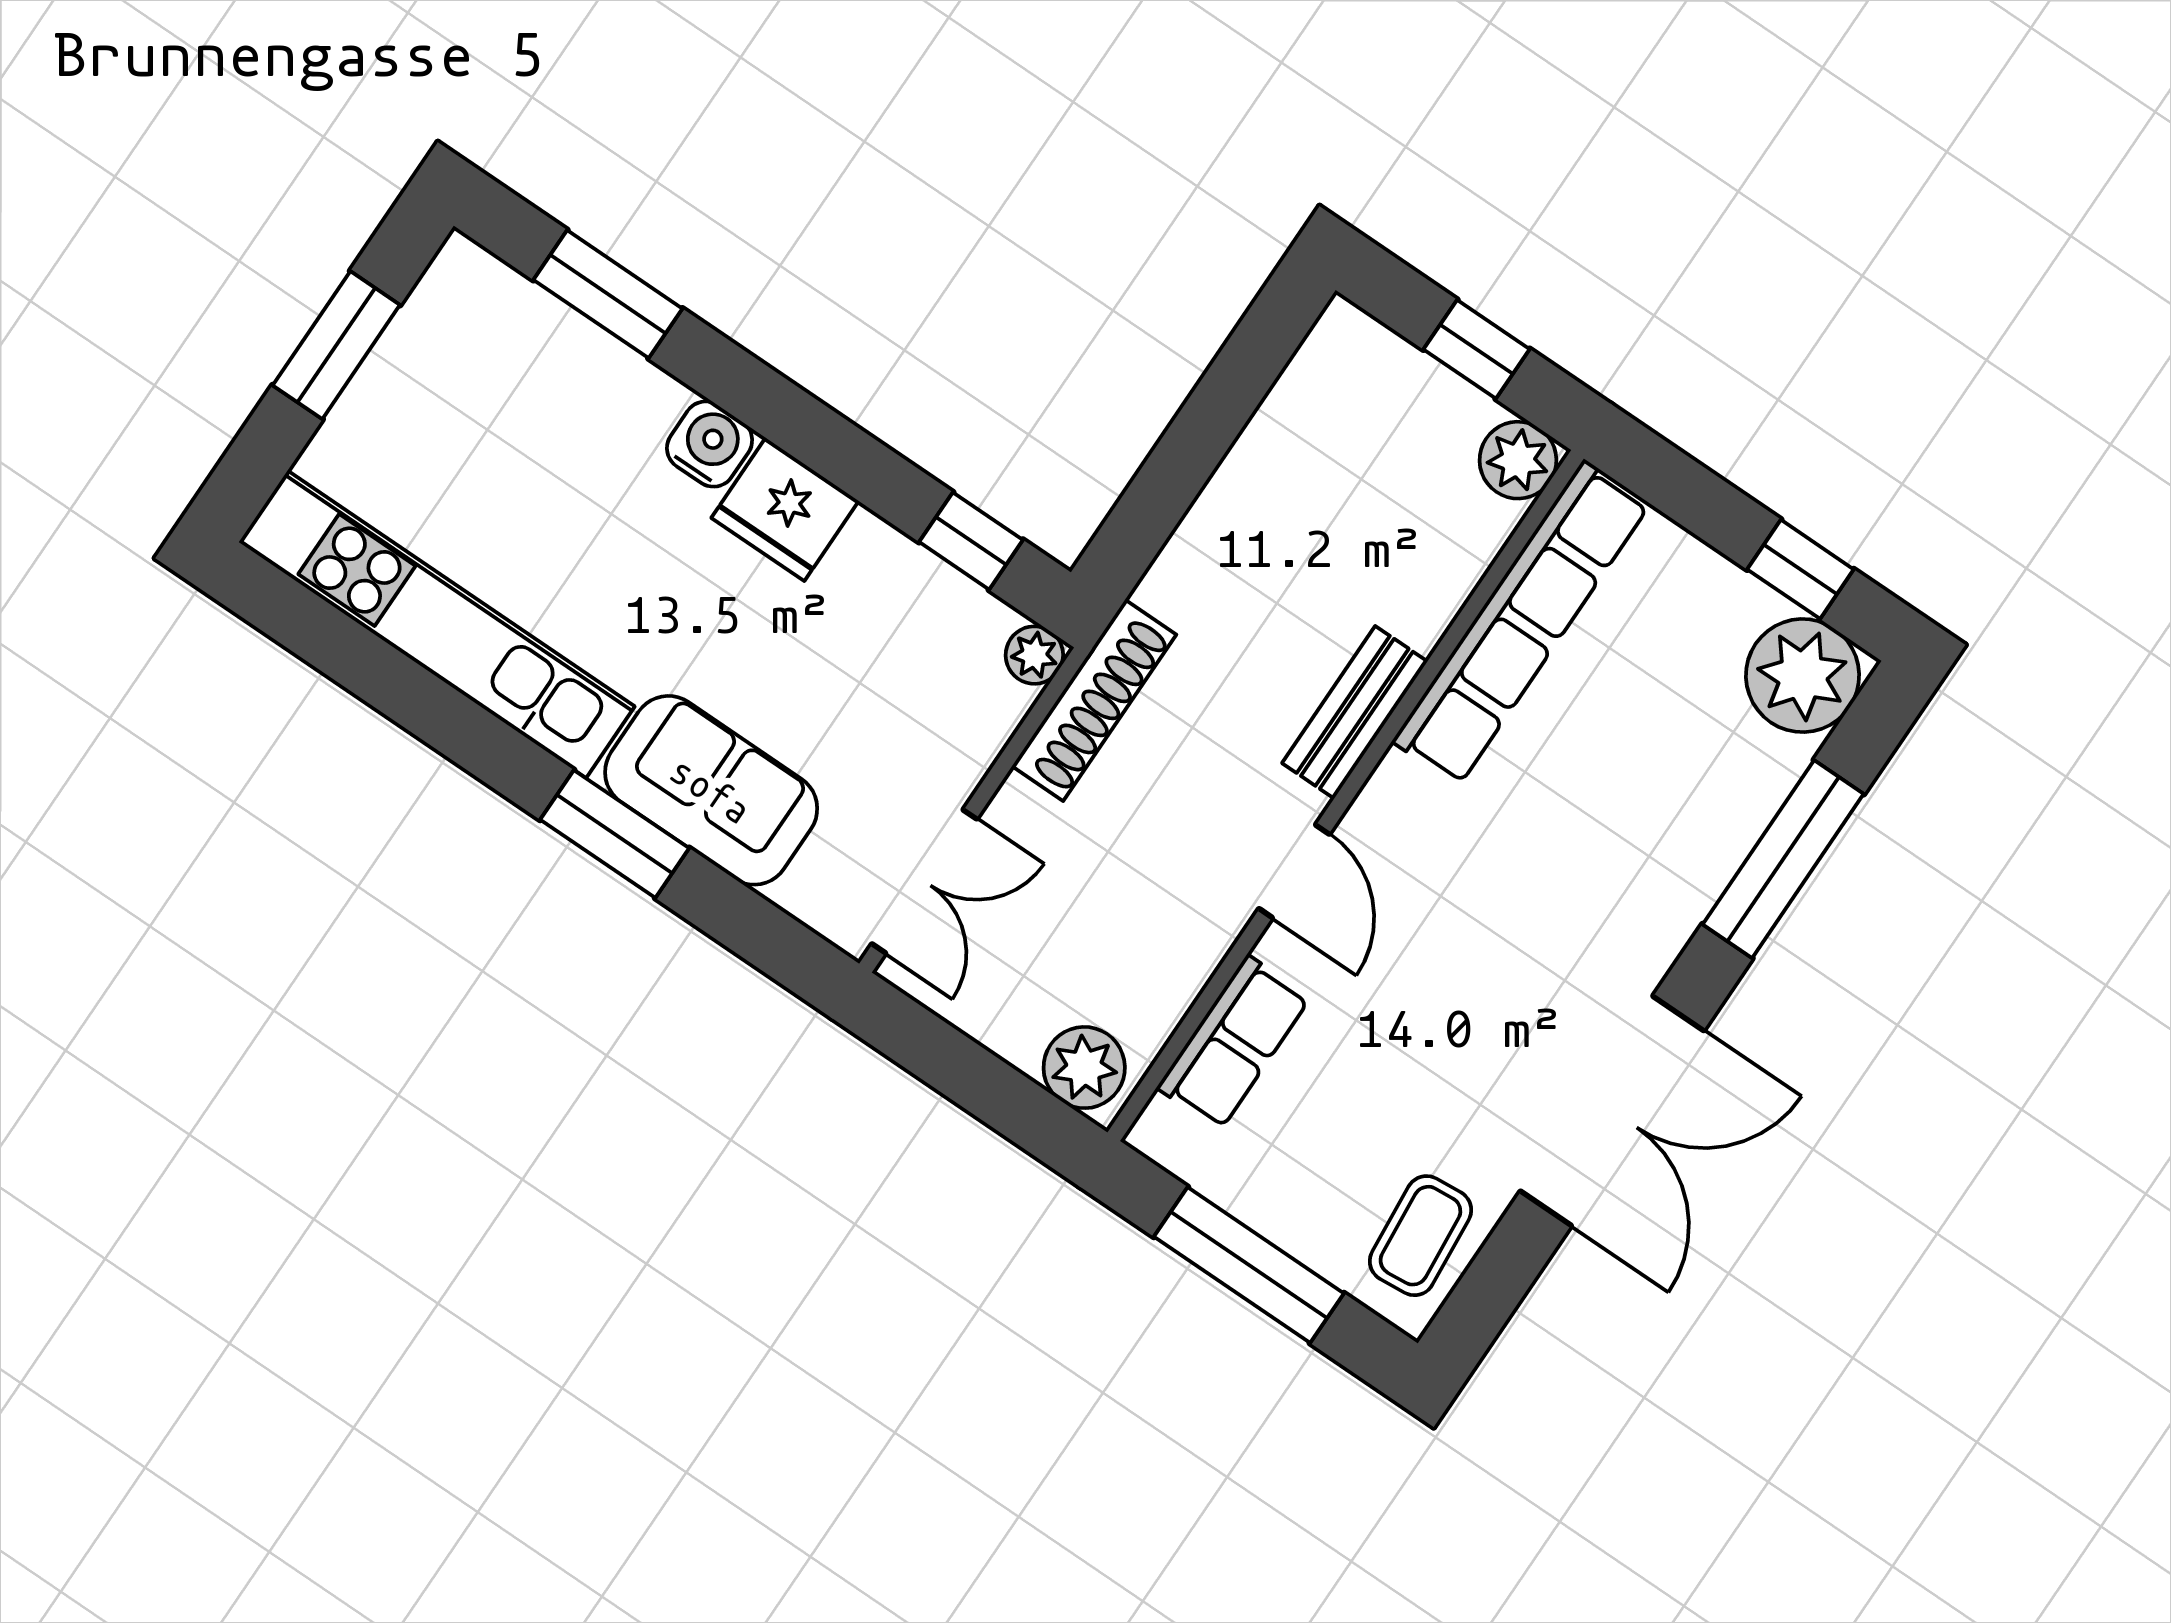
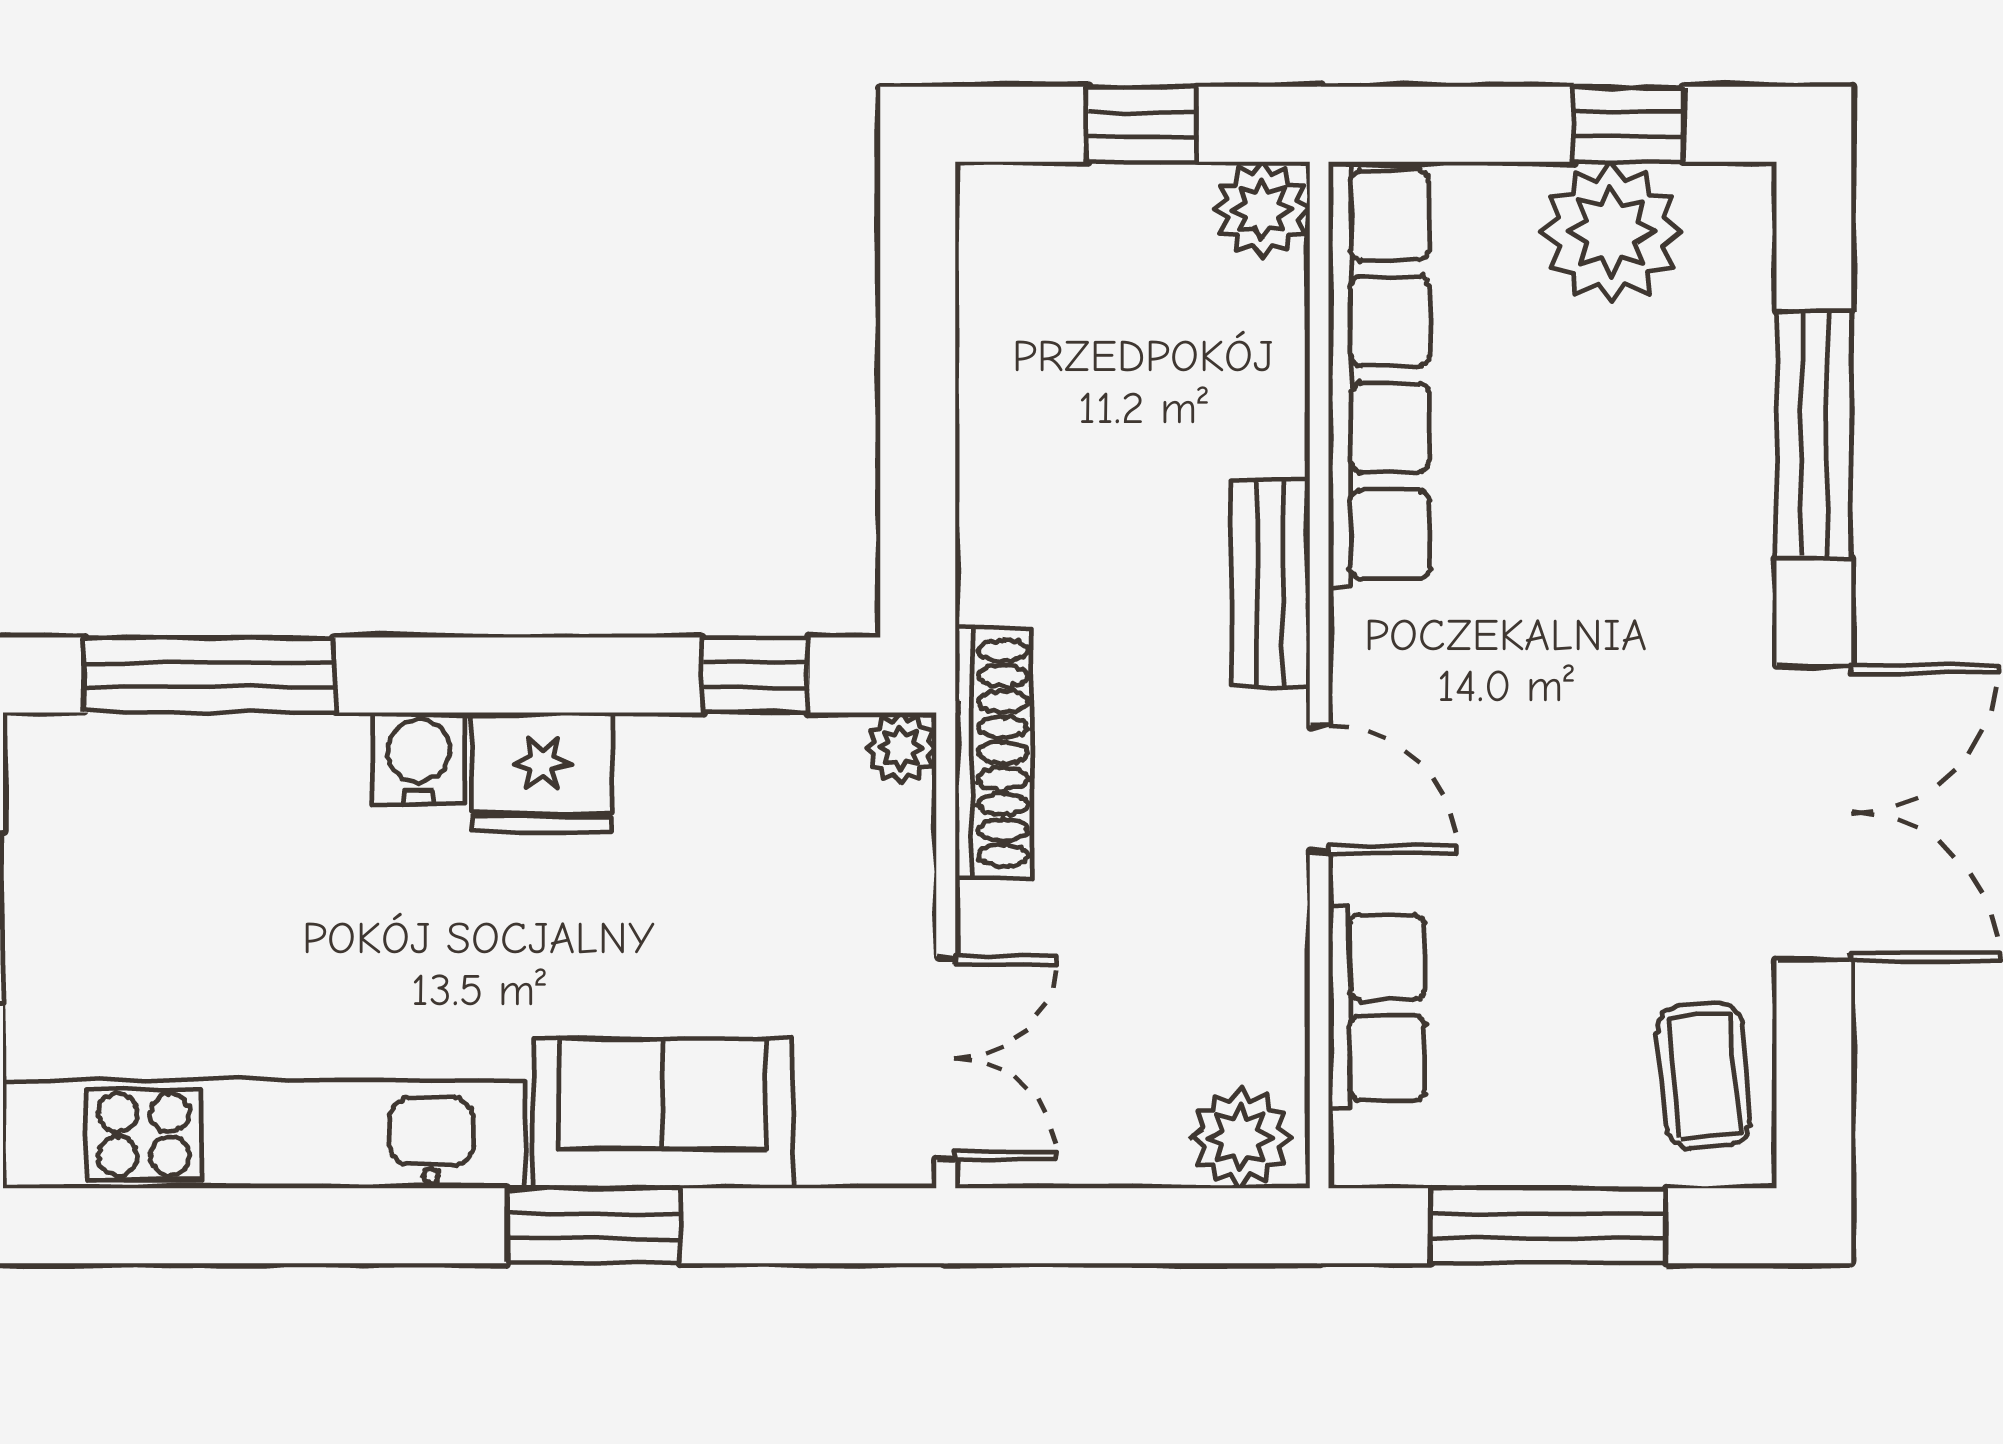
window: (608, 294) -> (209, 675), width x1.44
plant: (1803, 676) -> (1611, 232), moved

